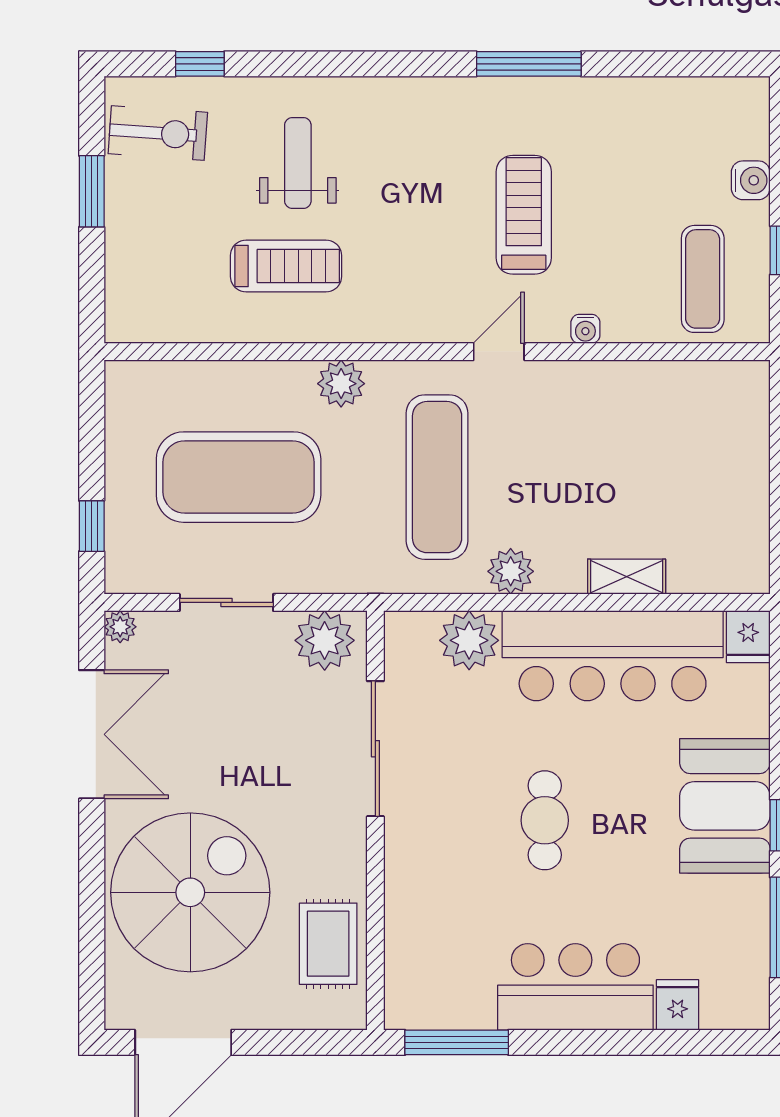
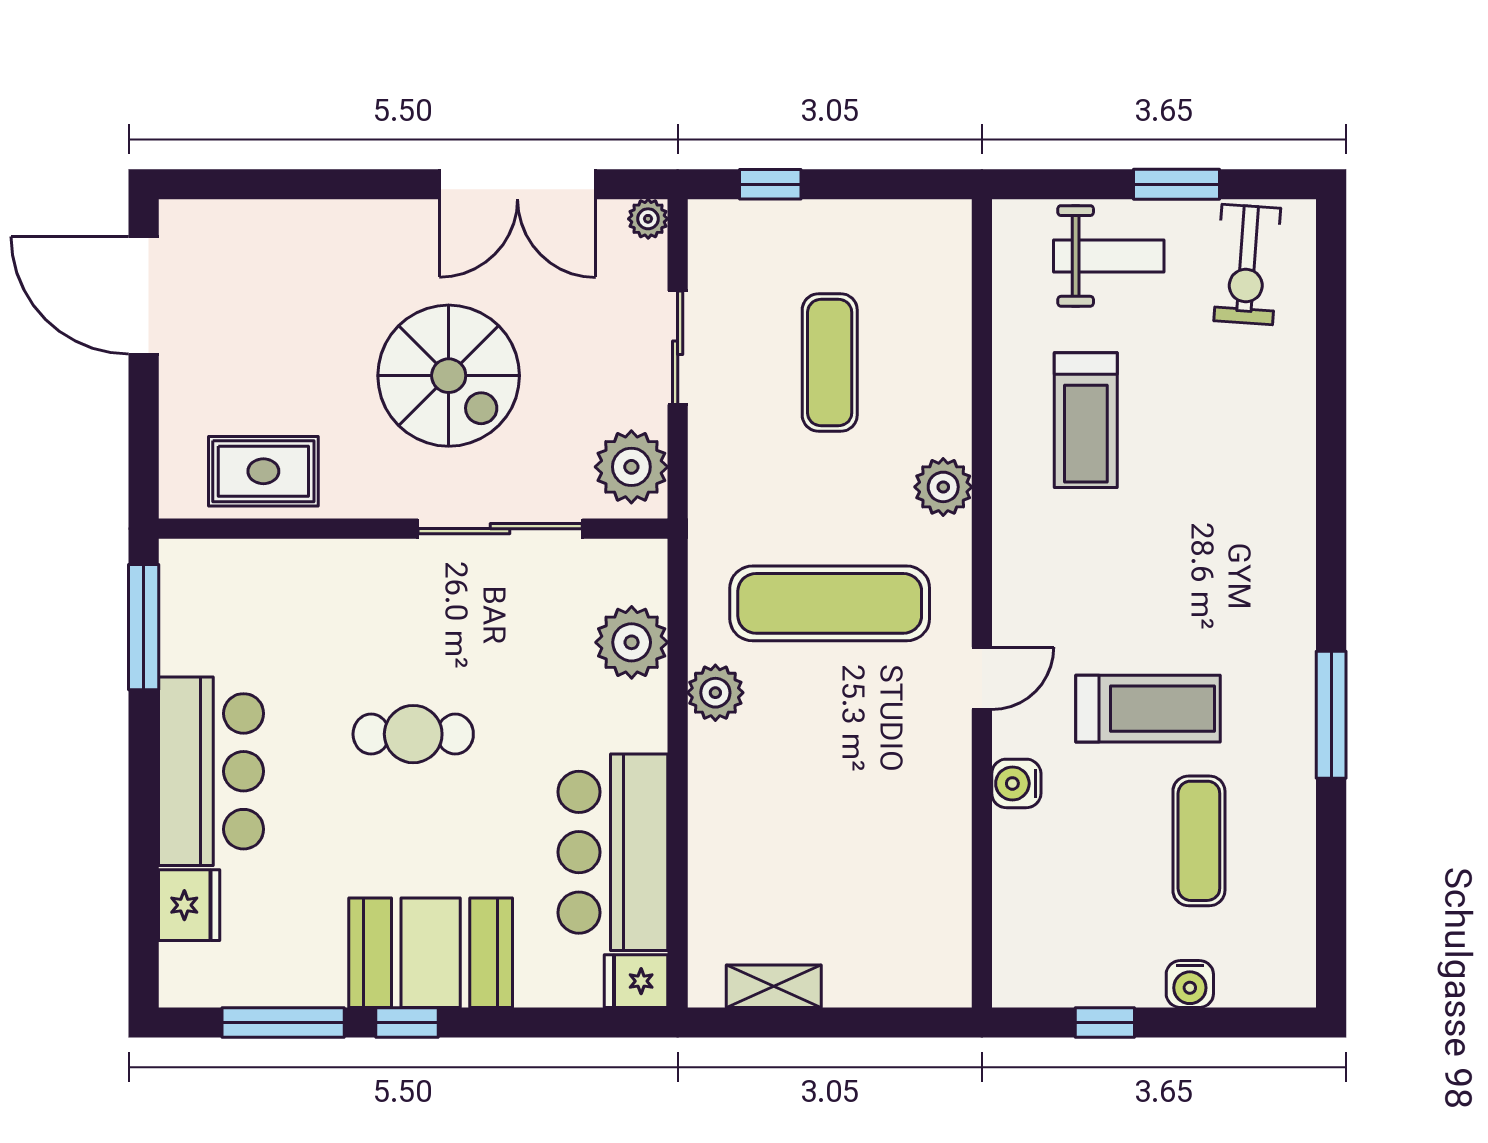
window: (200, 64) -> (1331, 316), removed
weight bench: (298, 163) -> (1109, 256), moved
exercise mat: (703, 279) -> (1199, 841), moved, turned 90
water cooler: (585, 329) -> (1016, 783), width x1.38, depth x1.38
door: (499, 352) -> (982, 678), hinge flipped
exercise mat: (239, 477) -> (830, 363), width x0.50, depth x0.69
shelving: (627, 577) -> (774, 986), moved, turned 90
bar counter: (613, 656) -> (613, 852), width x0.73
spiral stairs: (190, 892) -> (449, 376), moved, width x0.73, depth x0.73
fridge: (678, 1005) -> (189, 905), width x1.38

